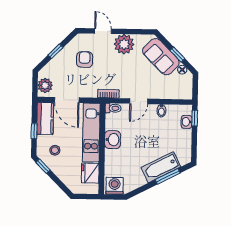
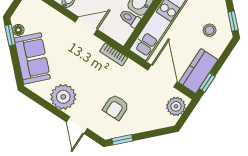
window: (55, 51) -> (122, 140), moved
window: (177, 54) -> (10, 35), moved
toilet: (113, 108) -> (130, 18), moved
window: (34, 131) -> (207, 82), moved

